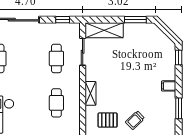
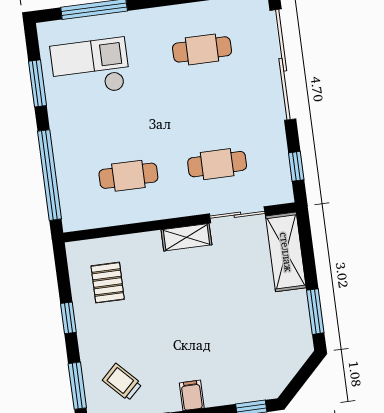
shelving: (90, 93) -> (186, 237), moved
trolley: (135, 120) -> (122, 382), moved

